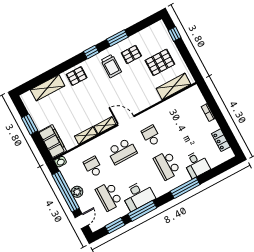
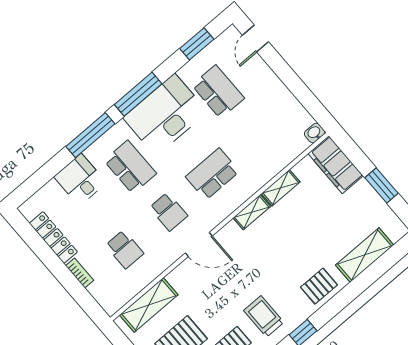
door: (126, 121) -> (199, 245), moved
locker: (221, 140) -> (53, 238), width x1.53
school desk: (93, 167) -> (125, 249), moved
window: (66, 192) -> (294, 84), removed
plant: (77, 192) -> (275, 87), removed
desk: (138, 195) -> (165, 115), width x1.36, depth x1.30
window: (142, 211) -> (138, 94), moved

